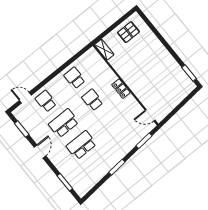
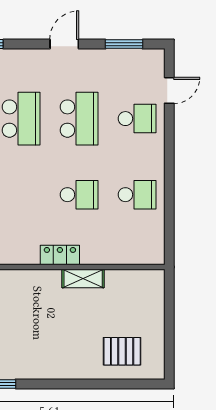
pallet: (129, 32) -> (122, 351), moved, turned 90
shelving: (104, 50) -> (83, 279), moved
door: (40, 152) -> (64, 44), swing flipped

